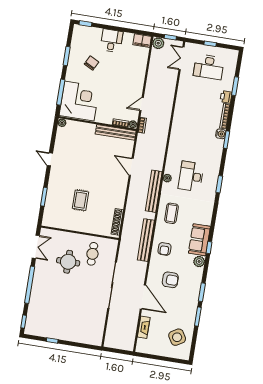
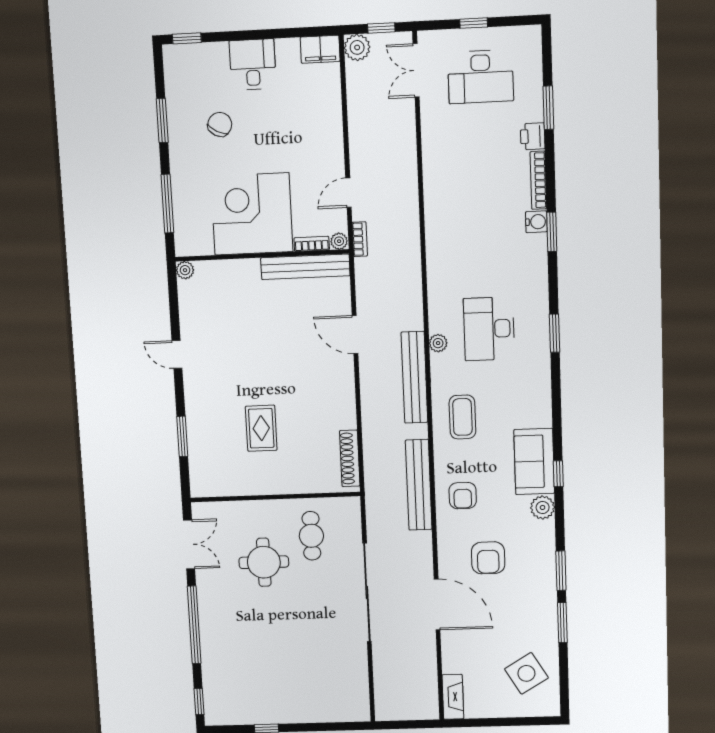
corner desk: (79, 101) -> (252, 214), moved, turned -90
armchair: (170, 280) -> (488, 558), turned 90
fireplace: (144, 327) -> (453, 697), moved

